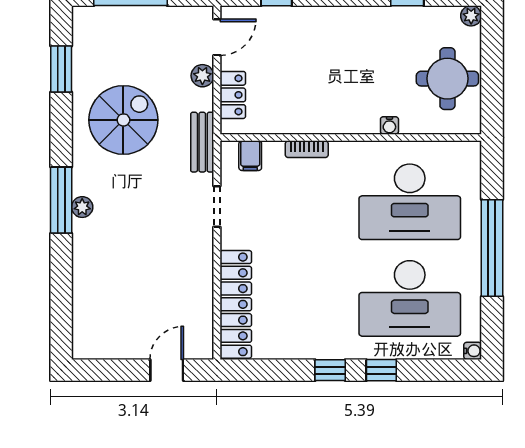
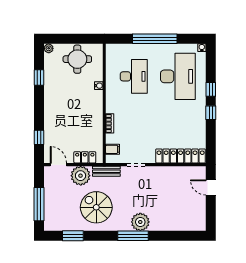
plant: (202, 76) -> (81, 176), width x1.87, depth x1.87
desk: (410, 202) -> (134, 76), width x0.73, depth x0.77
plant: (82, 207) -> (140, 222), width x1.88, depth x1.88

